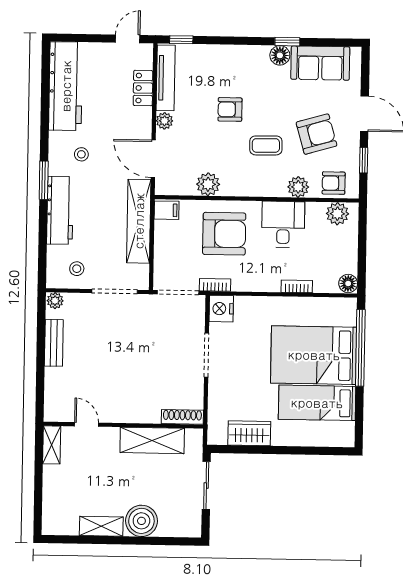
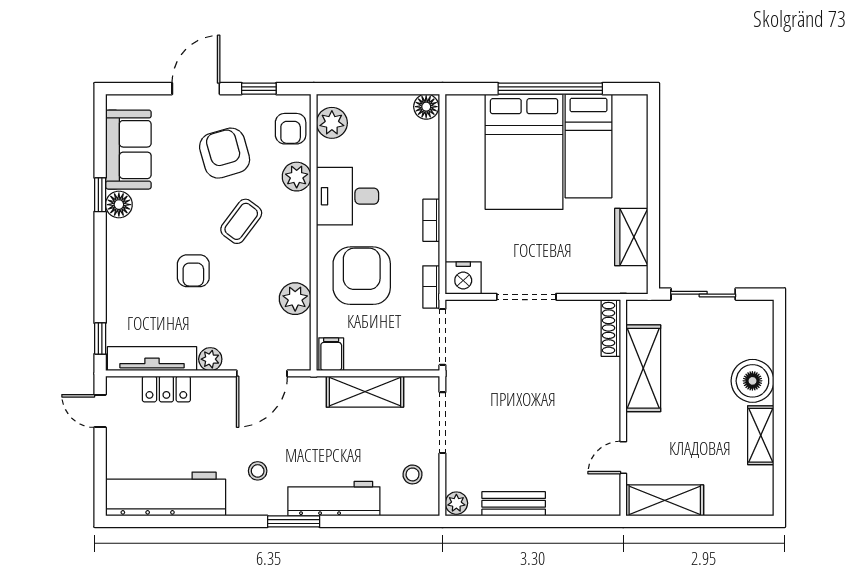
coffee table: (266, 145) -> (241, 221), turned 38
shelving: (139, 221) -> (365, 392), width x0.68
bookcase: (297, 286) -> (431, 220), moved
window: (360, 348) -> (550, 89), moved
shelving: (52, 445) -> (665, 500), width x1.50, depth x1.33

